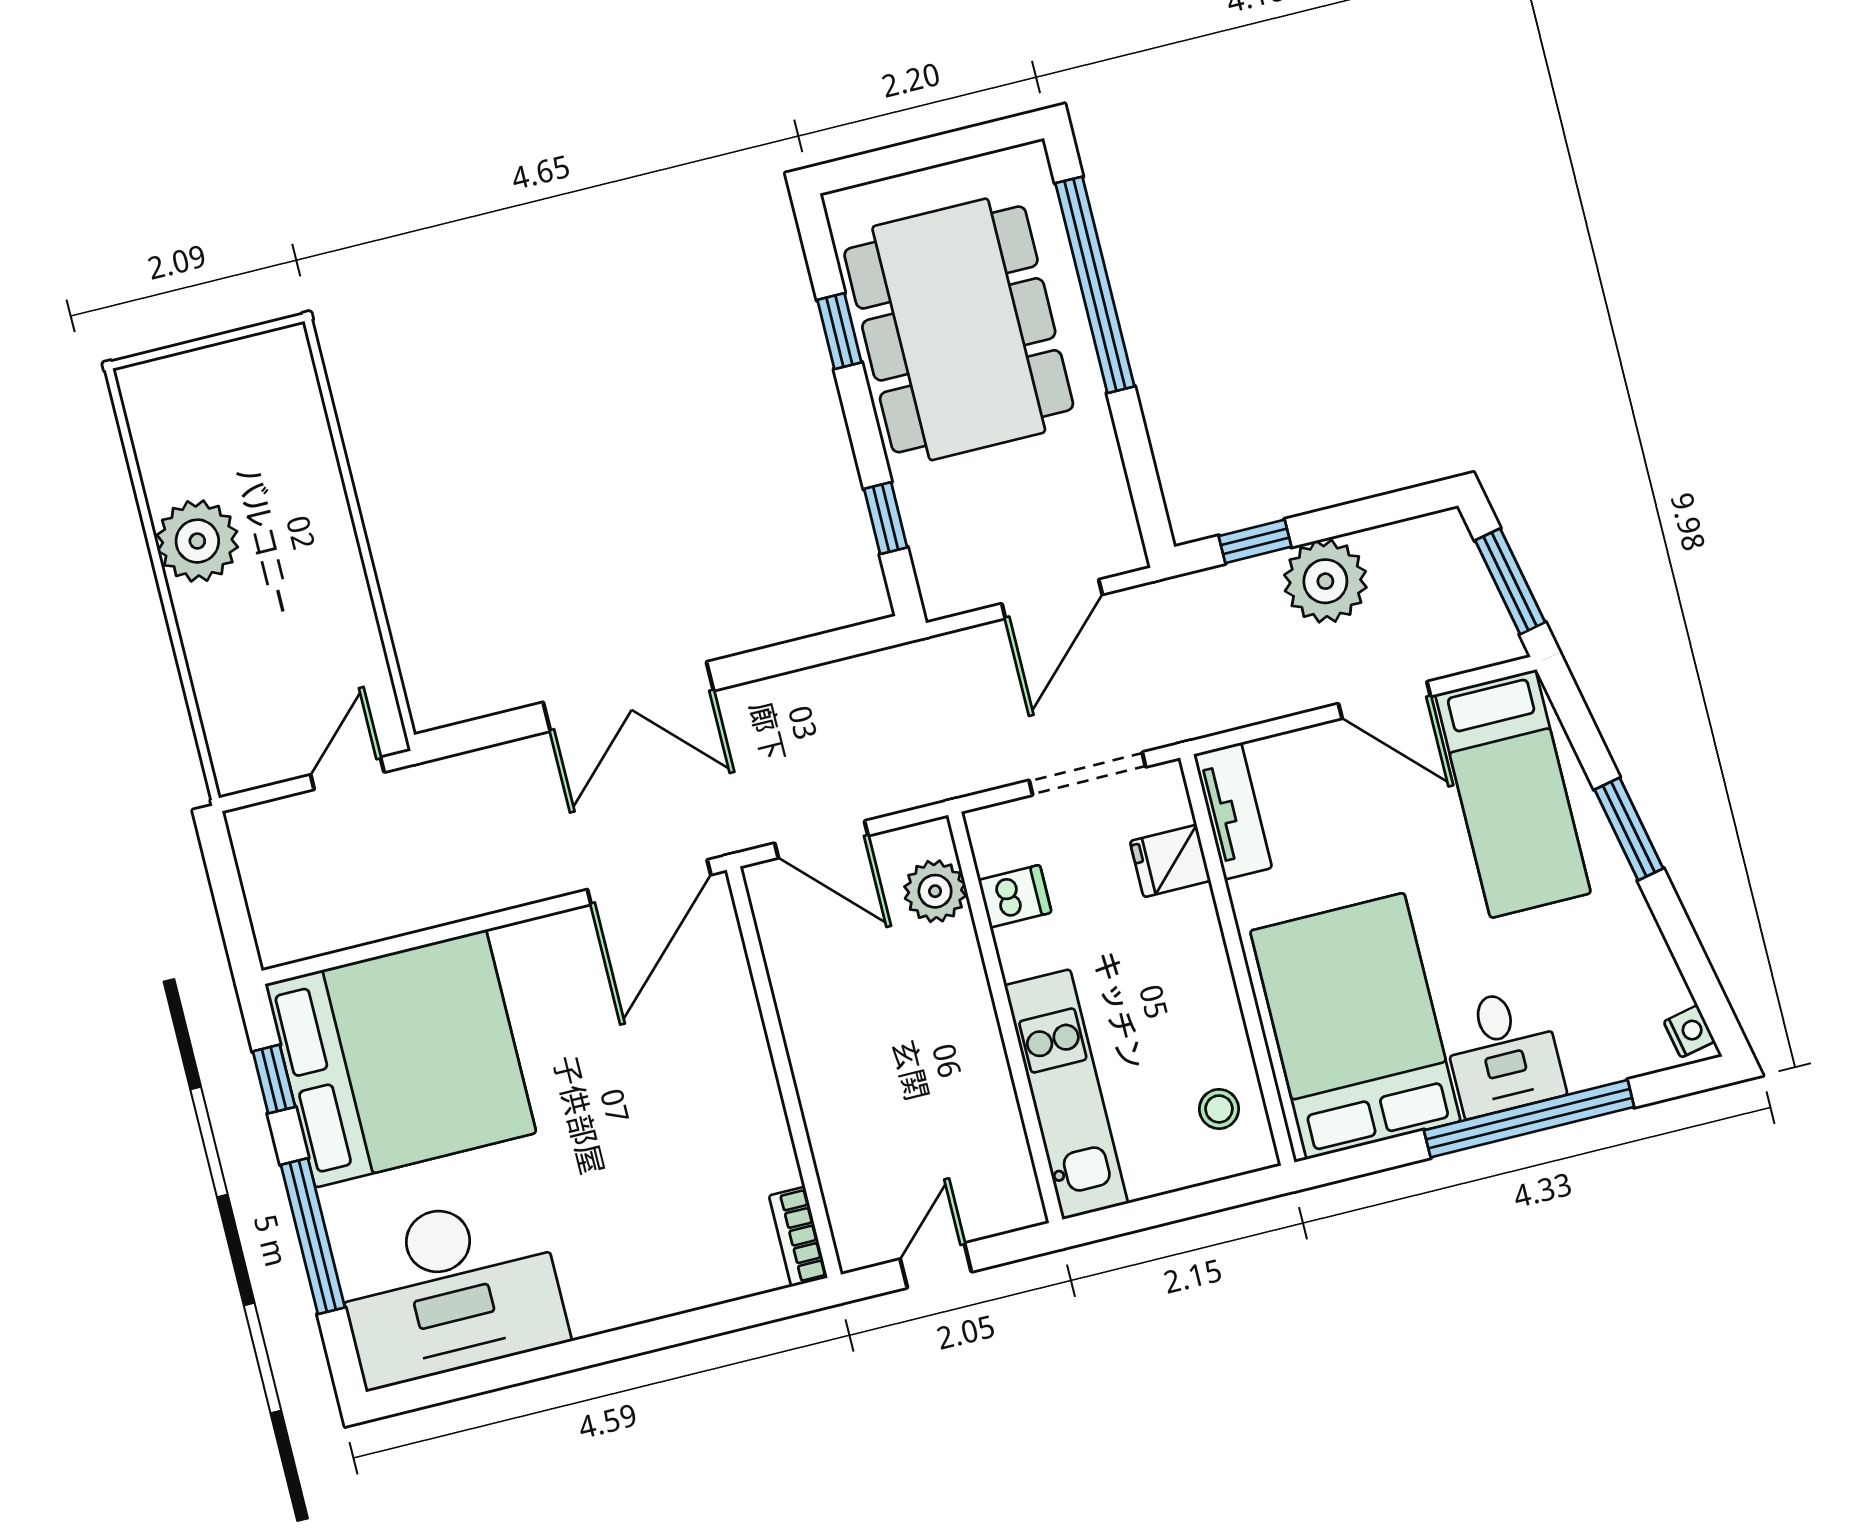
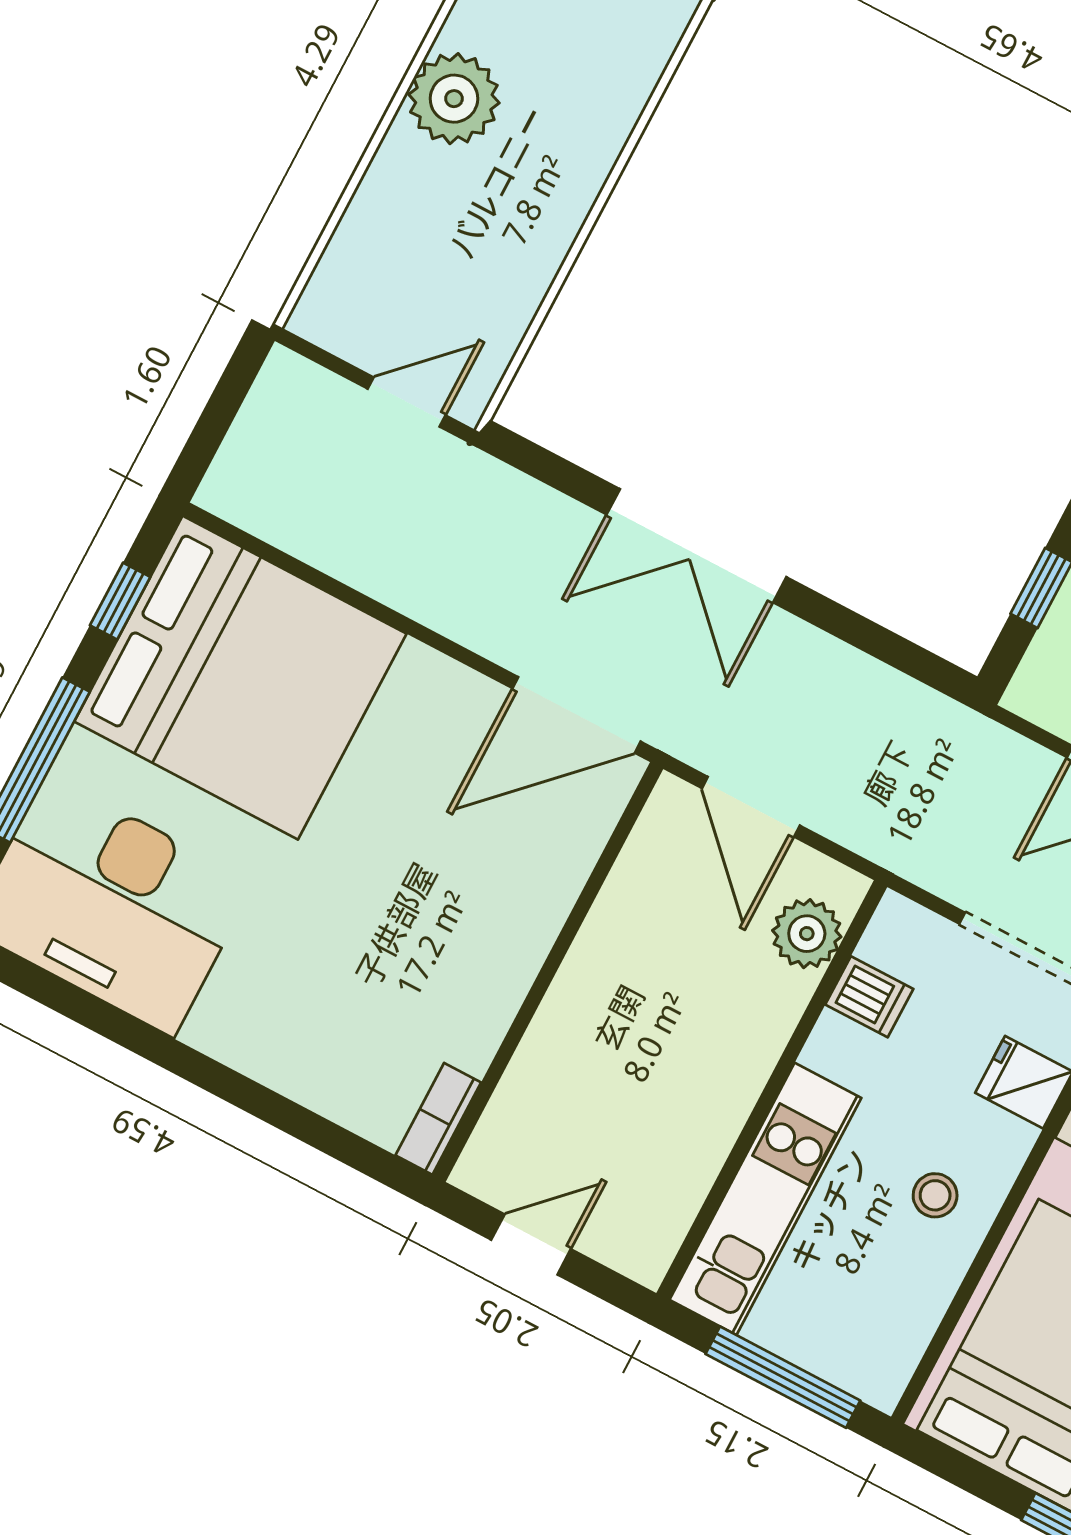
stool: (1219, 1109) -> (935, 1195), moved
window: (1185, 1204) -> (783, 1377), added

